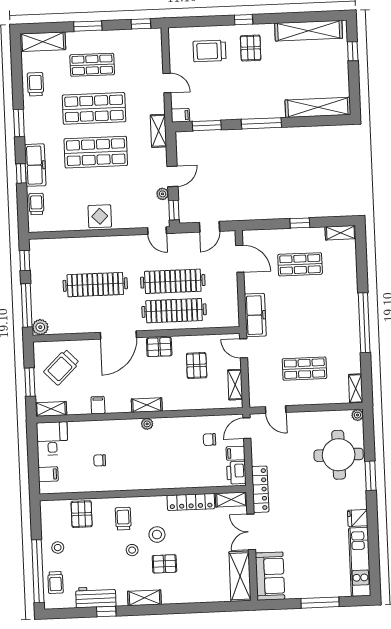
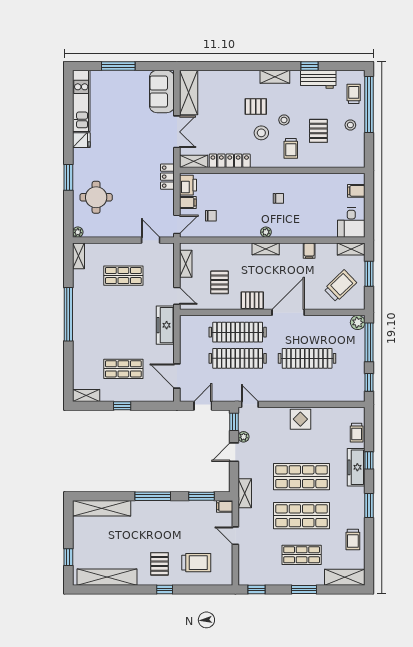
round table: (339, 455) -> (96, 197), width x0.73, depth x0.73
chair: (100, 460) -> (278, 198), moved
locker: (260, 489) -> (167, 177), width x0.66
pallet: (82, 514) -> (318, 131), moved

